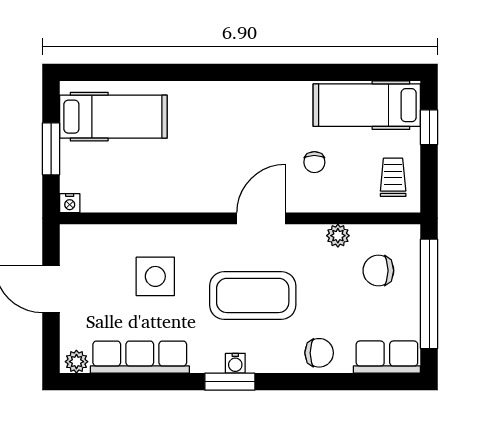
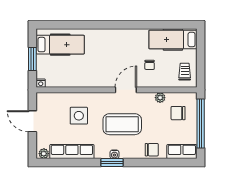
window: (429, 127) -> (201, 49), removed

